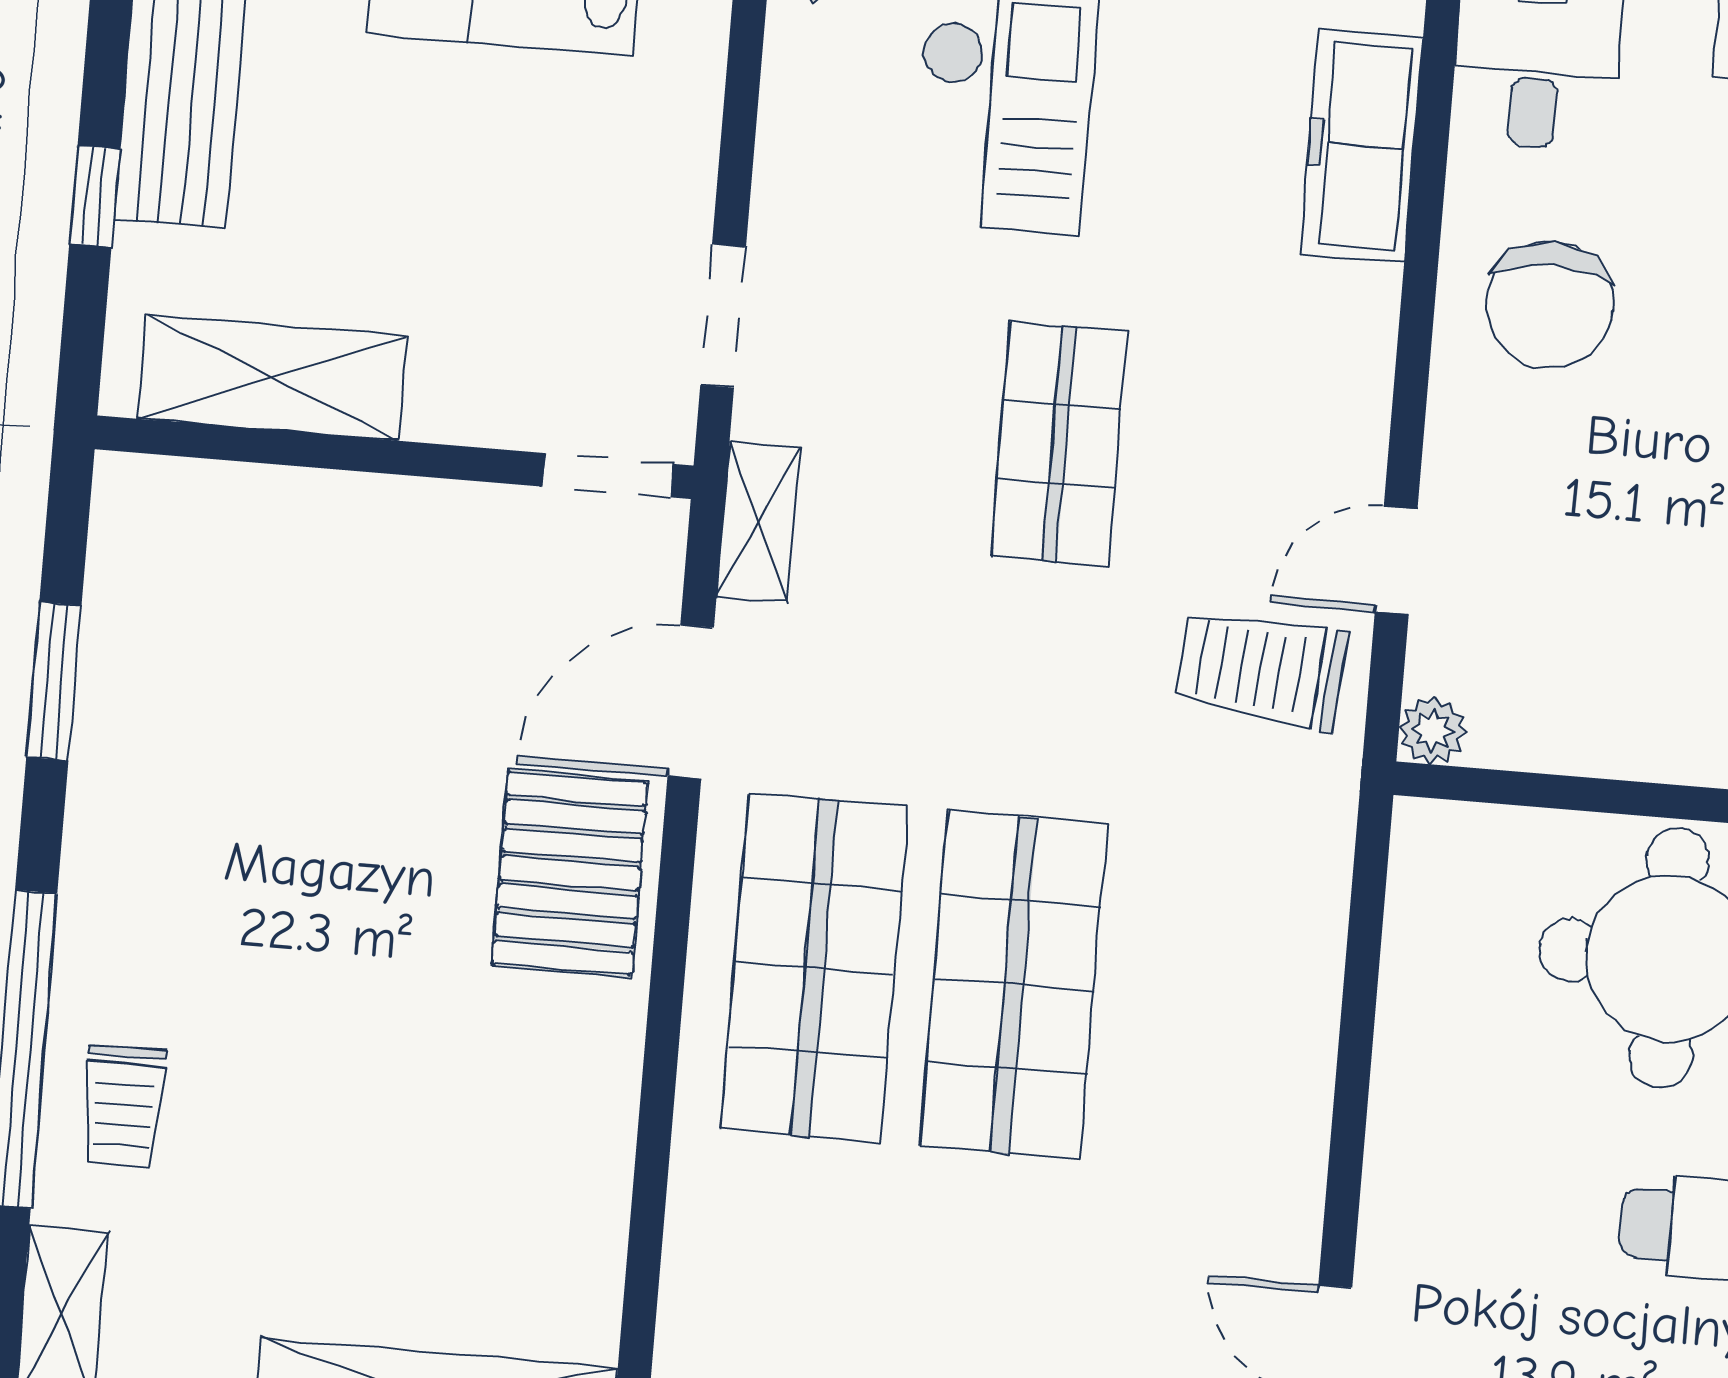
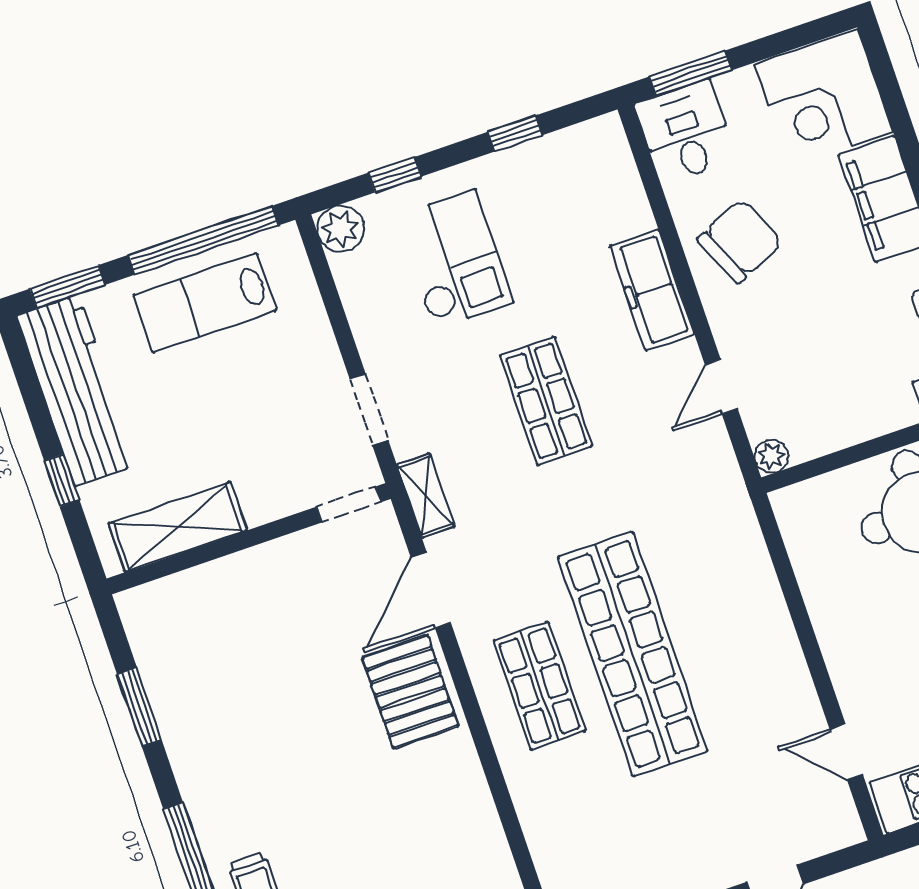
freezer: (1361, 146) -> (652, 290), moved
chair: (1550, 305) -> (740, 241), turned -114
trolley: (1262, 669) -> (682, 462), removed
shop shelf: (815, 968) -> (539, 686), width x0.70, depth x0.74
shop shelf: (1014, 985) -> (633, 654), width x1.40

